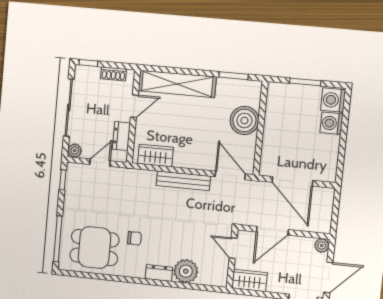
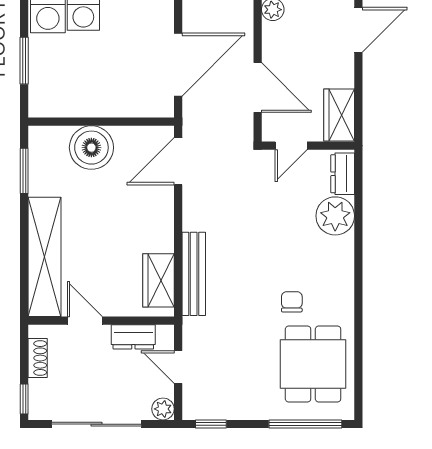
bench: (183, 181) -> (194, 274), moved
dresser: (159, 273) -> (343, 174), moved

